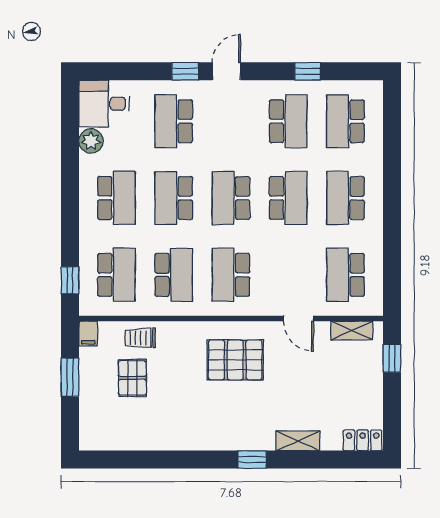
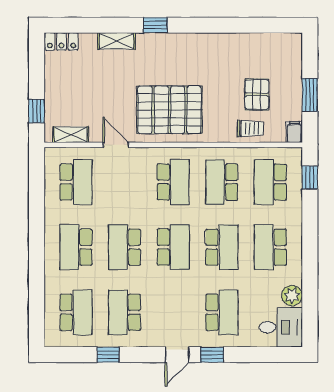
school desk: (345, 198) -> (76, 247), turned 180
pallet: (235, 360) -> (170, 110), width x1.37, depth x1.41

